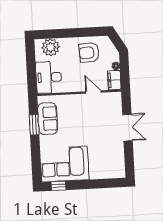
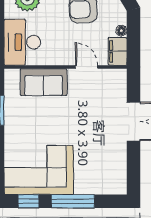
sofa: (48, 119) -> (44, 82), moved, turned 90
window: (89, 184) -> (73, 201), added

